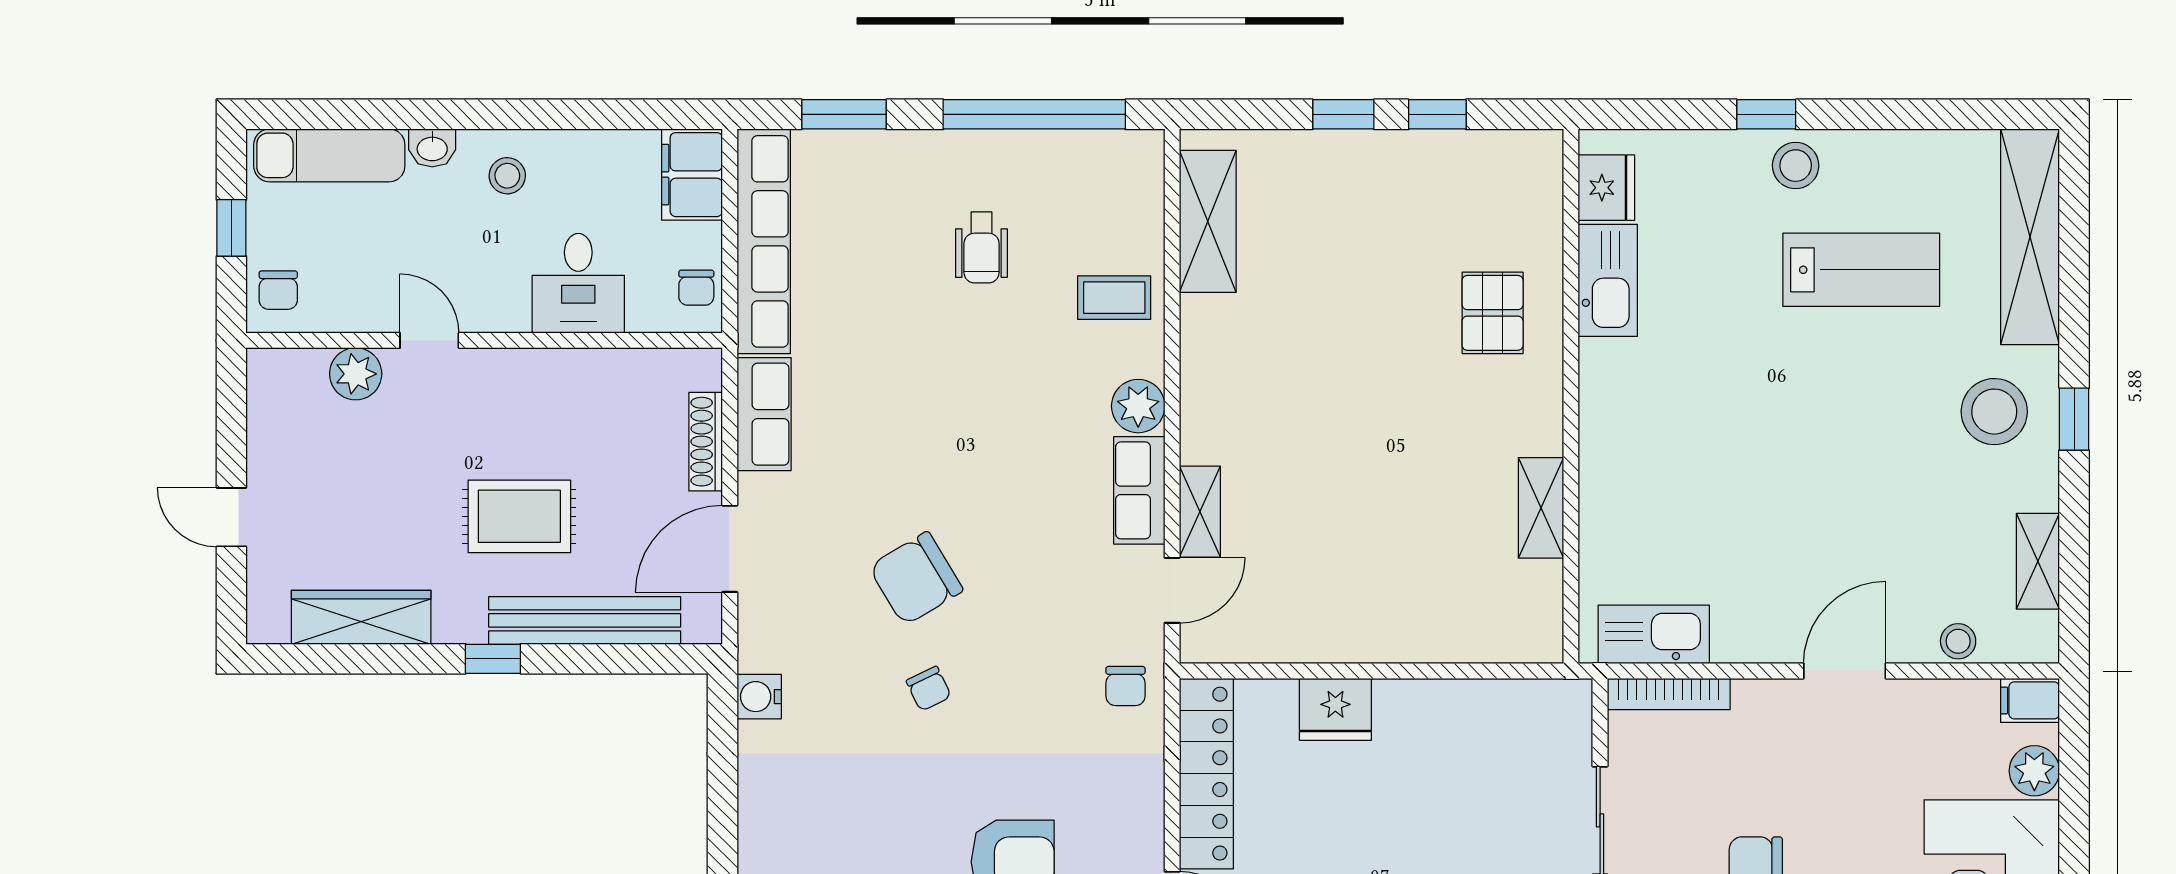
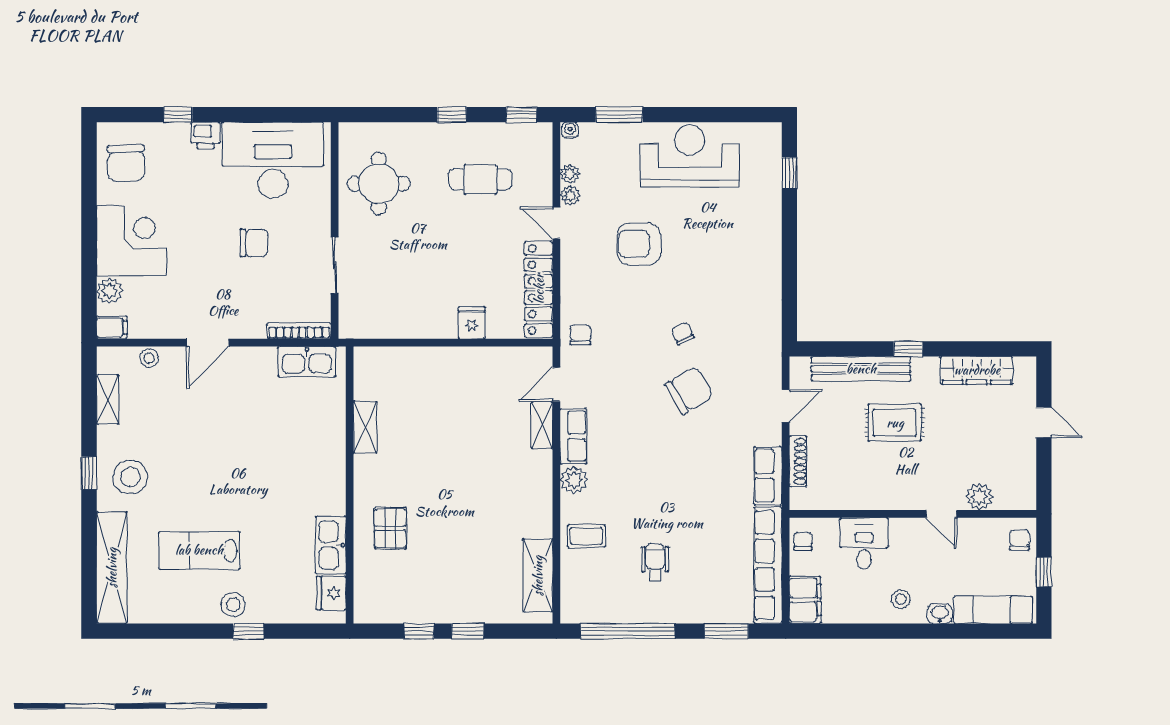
door: (730, 549) -> (786, 406), width x0.73
water cooler: (759, 697) -> (770, 329), removed
fridge: (1335, 709) -> (472, 323), width x0.72

